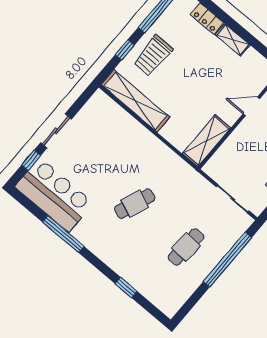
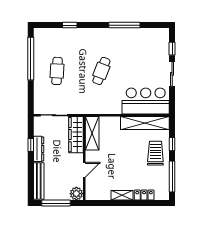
wardrobe: (226, 155) -> (76, 135), added
bar counter: (54, 195) -> (146, 101), moved, turned 180
window: (227, 260) -> (31, 59), moved

